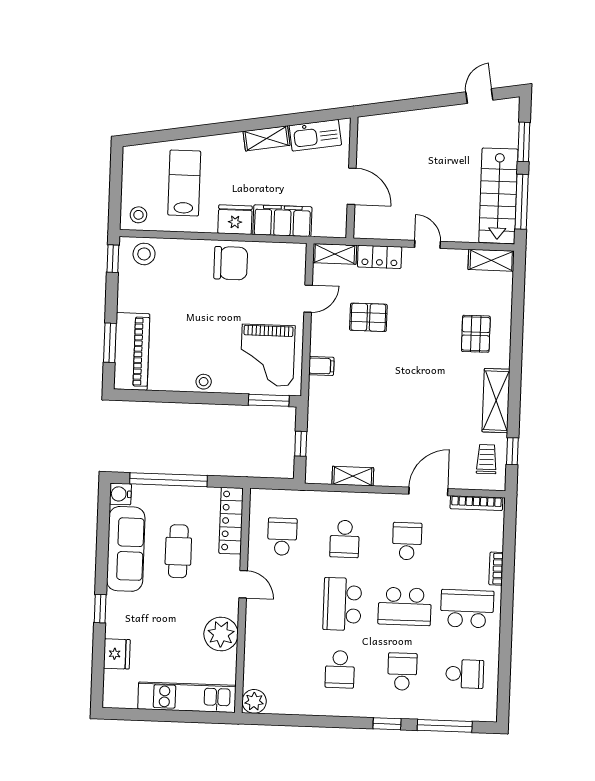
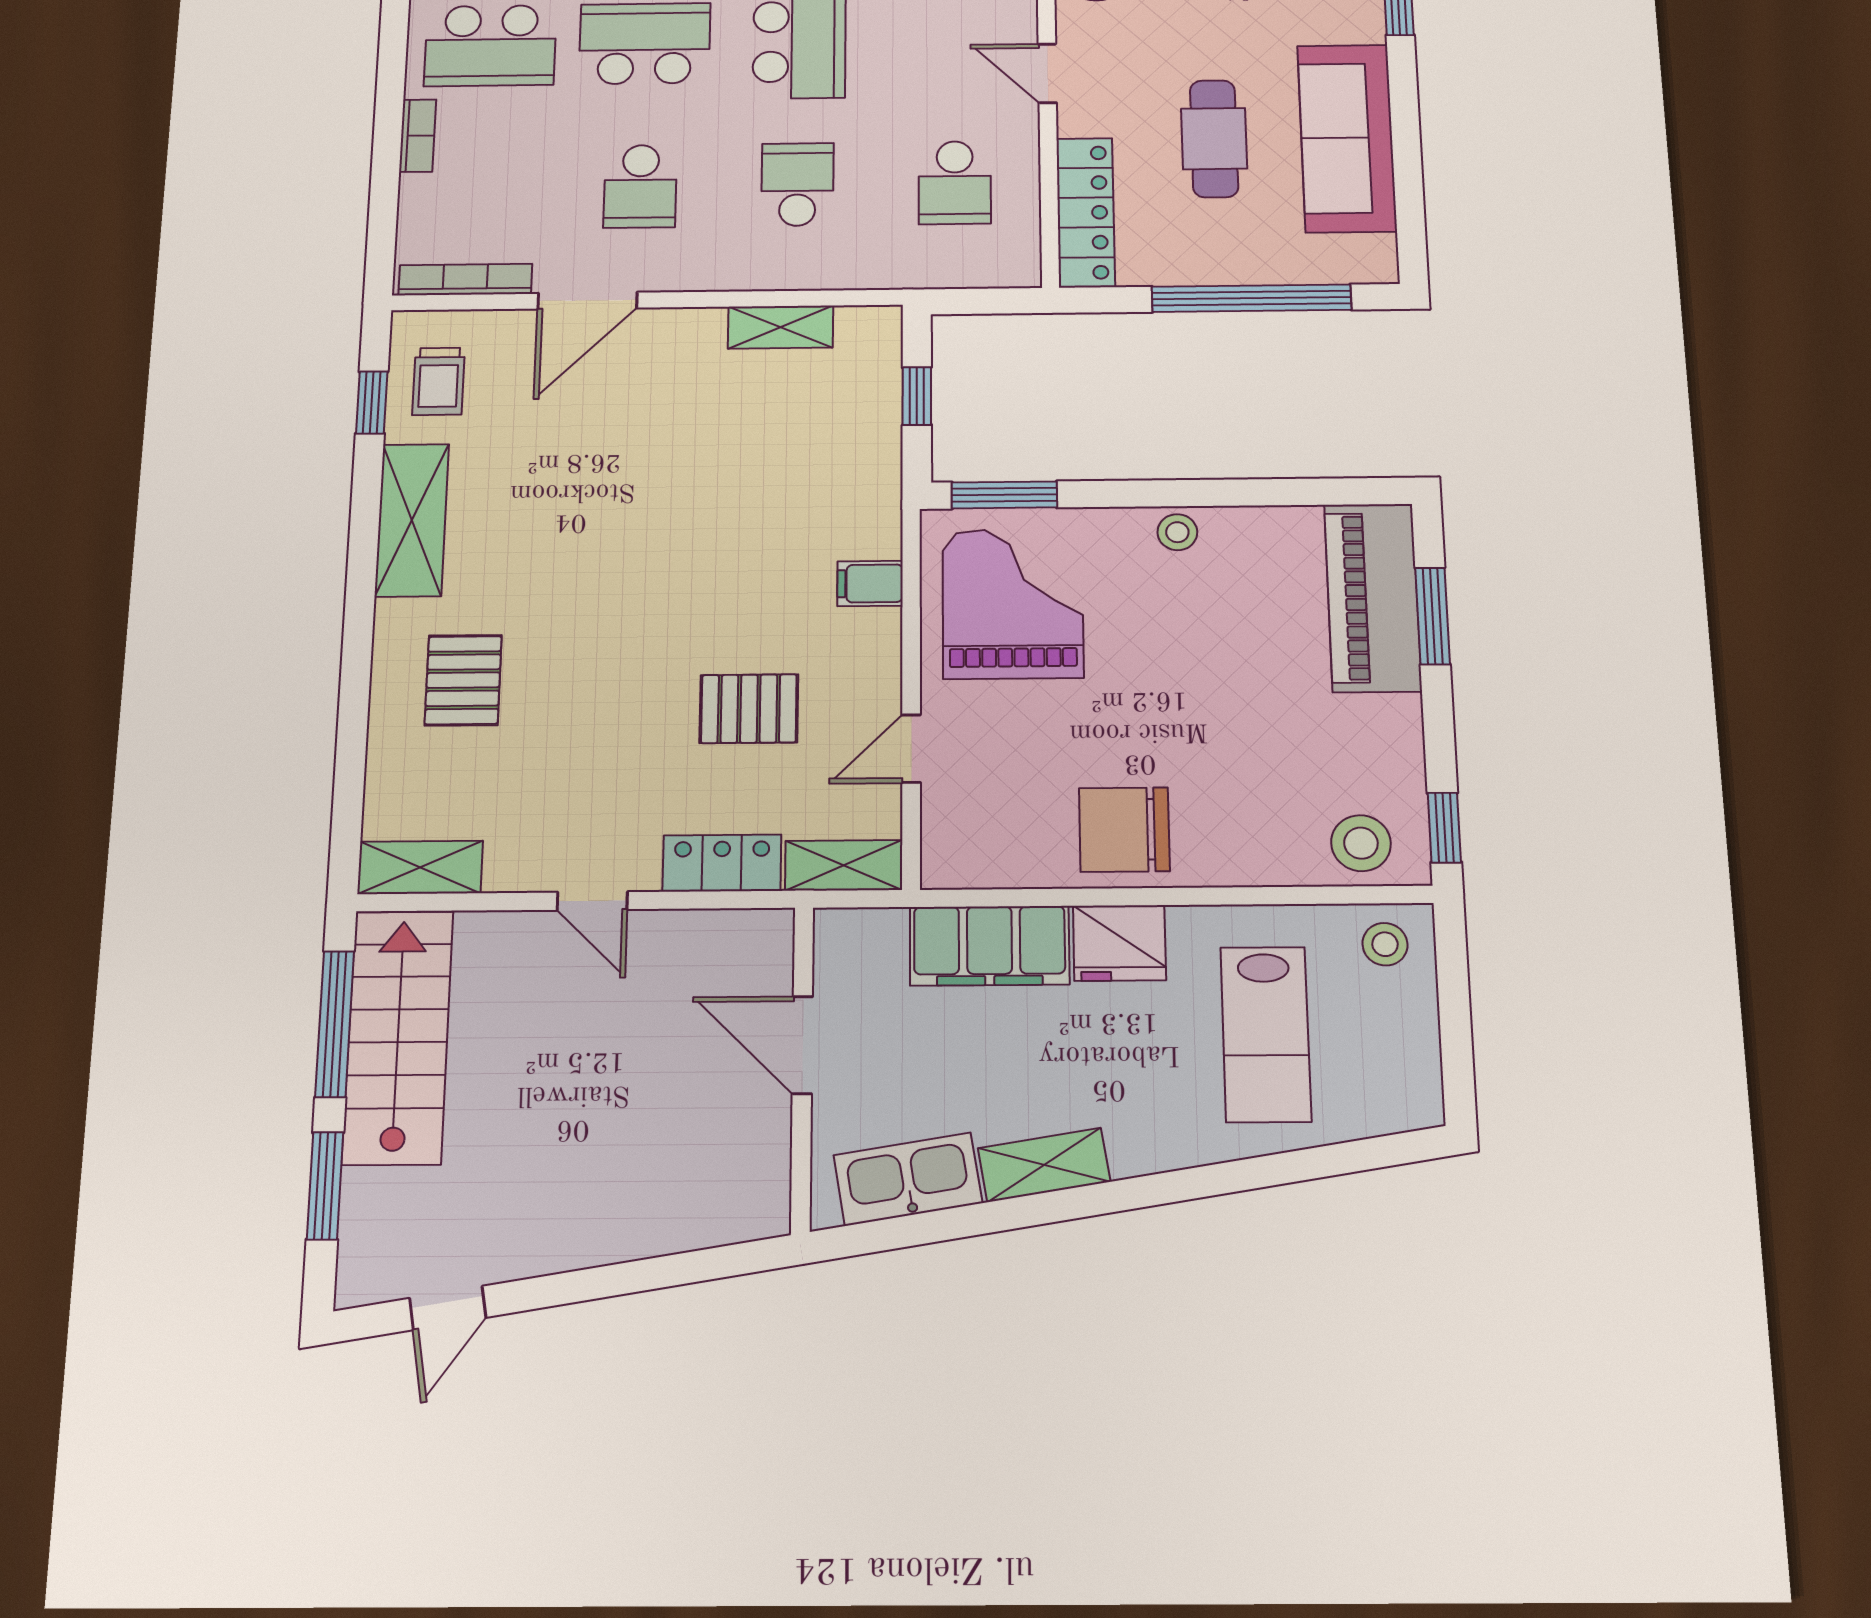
water cooler: (120, 494) -> (1372, 260), removed

